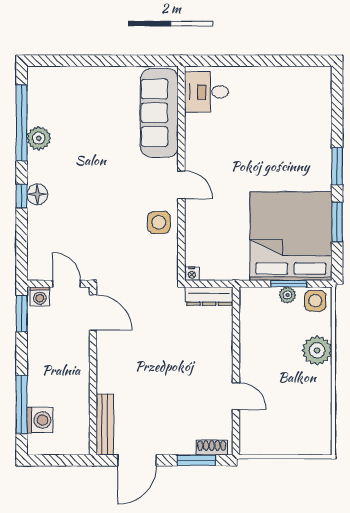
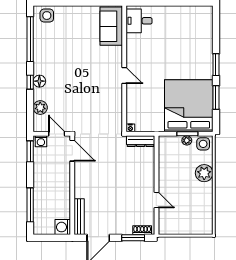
sofa: (159, 113) -> (111, 26), width x0.73
plant: (39, 138) -> (40, 108), moved
side table: (159, 222) -> (47, 16), moved
washing machine: (40, 420) -> (63, 227), moved, turned 180

